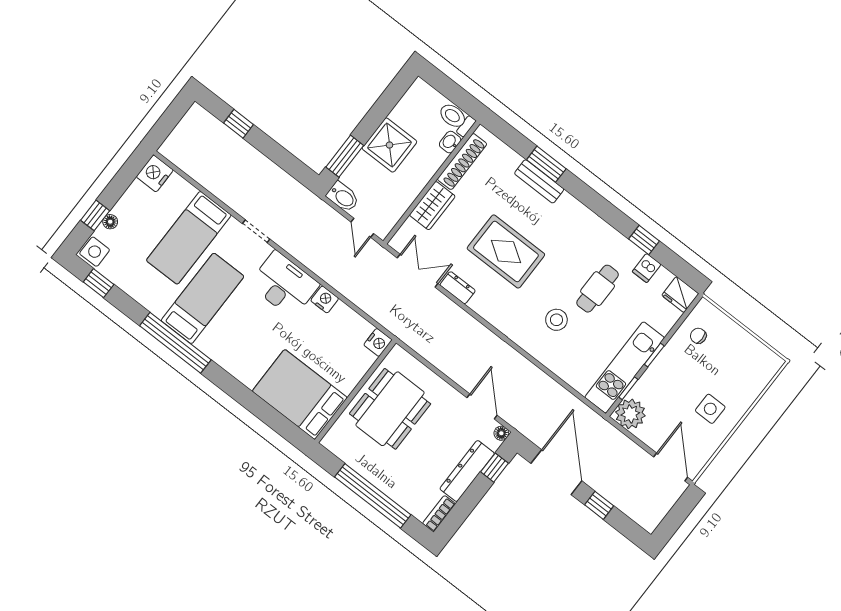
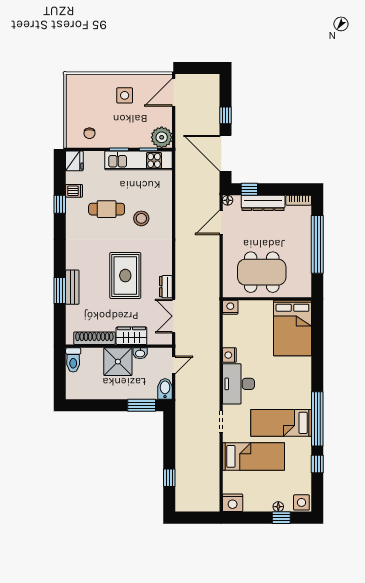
washbasin: (450, 142) -> (140, 353), moved
shower: (389, 145) -> (118, 362), moved
window: (99, 283) -> (317, 464), moved
door: (556, 472) -> (225, 153), hinge flipped

